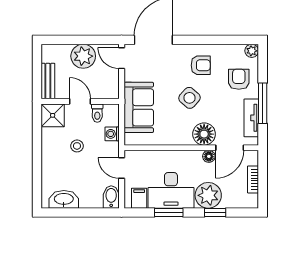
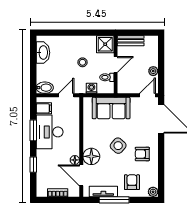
plant: (83, 56) -> (153, 71), width x0.53, depth x0.53
armchair: (201, 65) -> (142, 154), turned 90
armchair: (239, 79) -> (132, 182), turned -90
plant: (208, 195) -> (46, 160), removed

